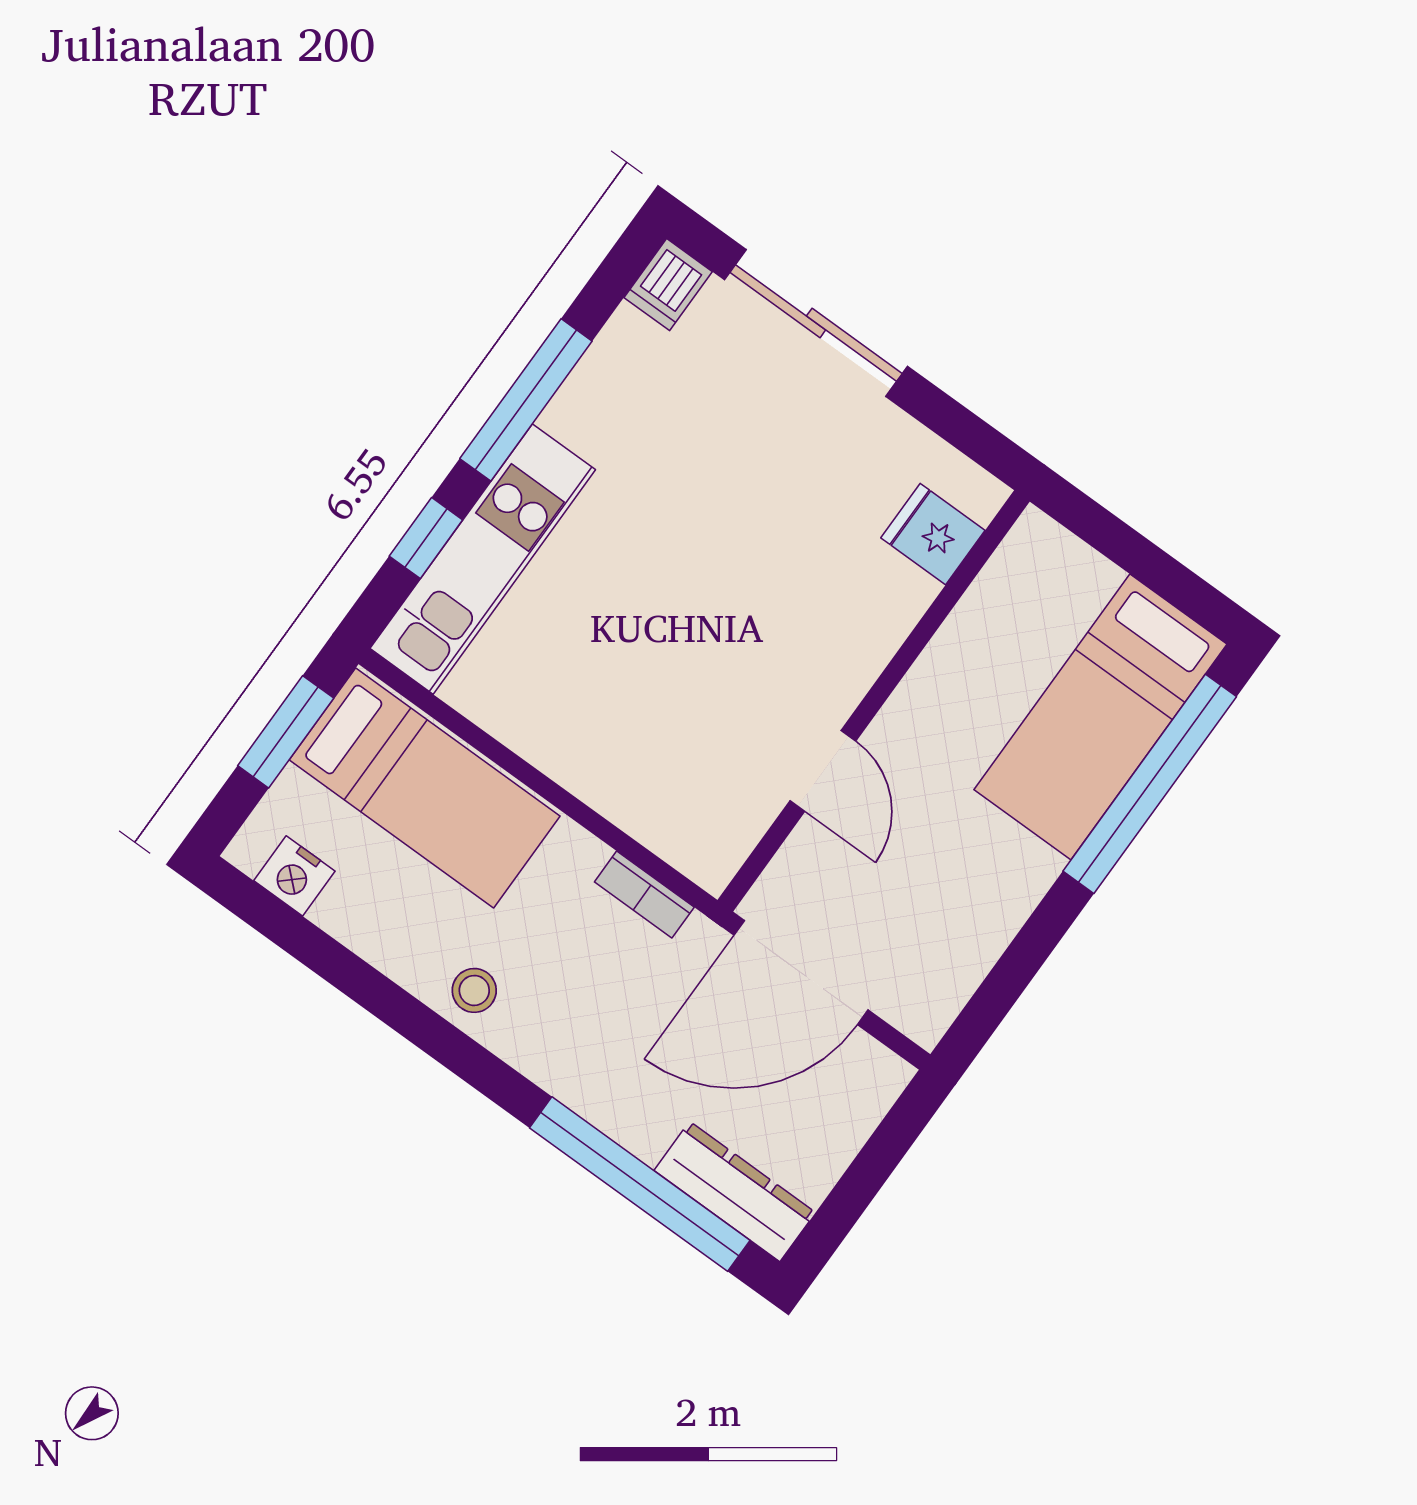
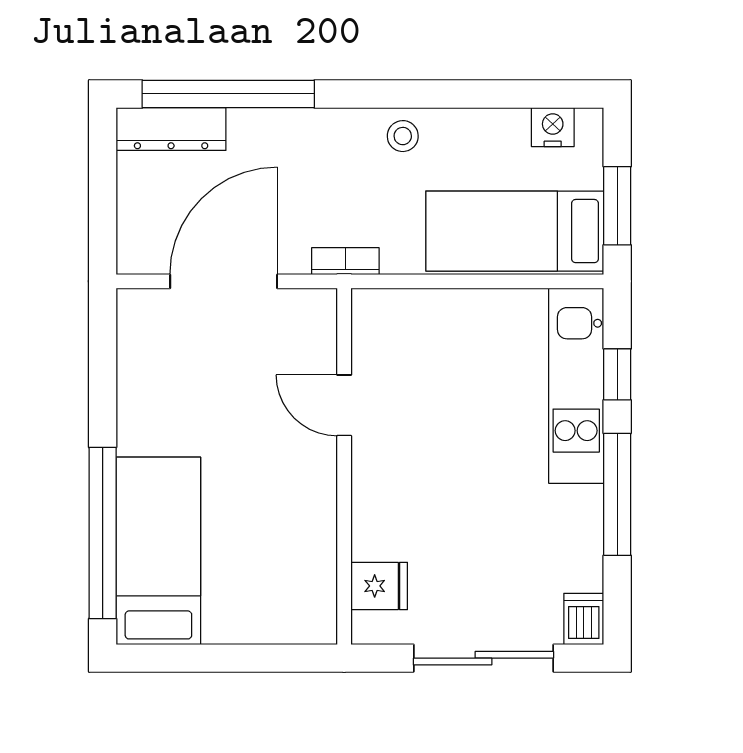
fridge: (933, 534) -> (379, 586), moved
wall: (874, 701) -> (344, 466), moved
door: (823, 771) -> (344, 405), moved

